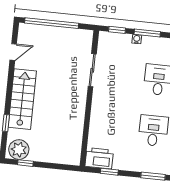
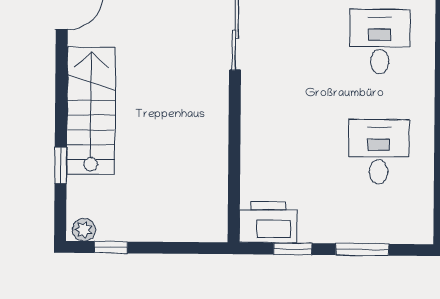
plant: (19, 150) -> (84, 230), width x0.53, depth x0.53
window: (153, 176) -> (362, 249), moved

